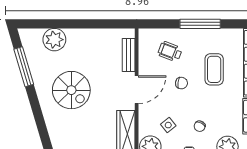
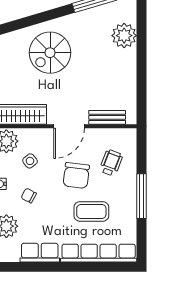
chair: (181, 83) -> (76, 176), width x1.87, depth x1.87
spiral stairs: (71, 90) -> (50, 53), moved
door: (137, 90) -> (69, 126), hinge flipped

